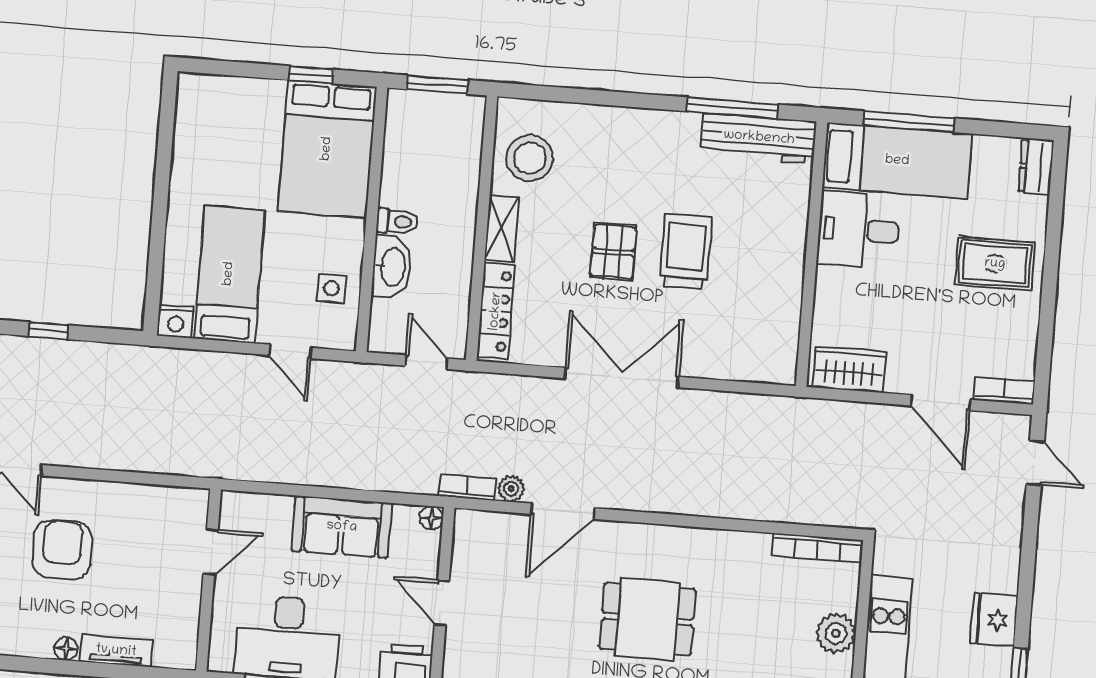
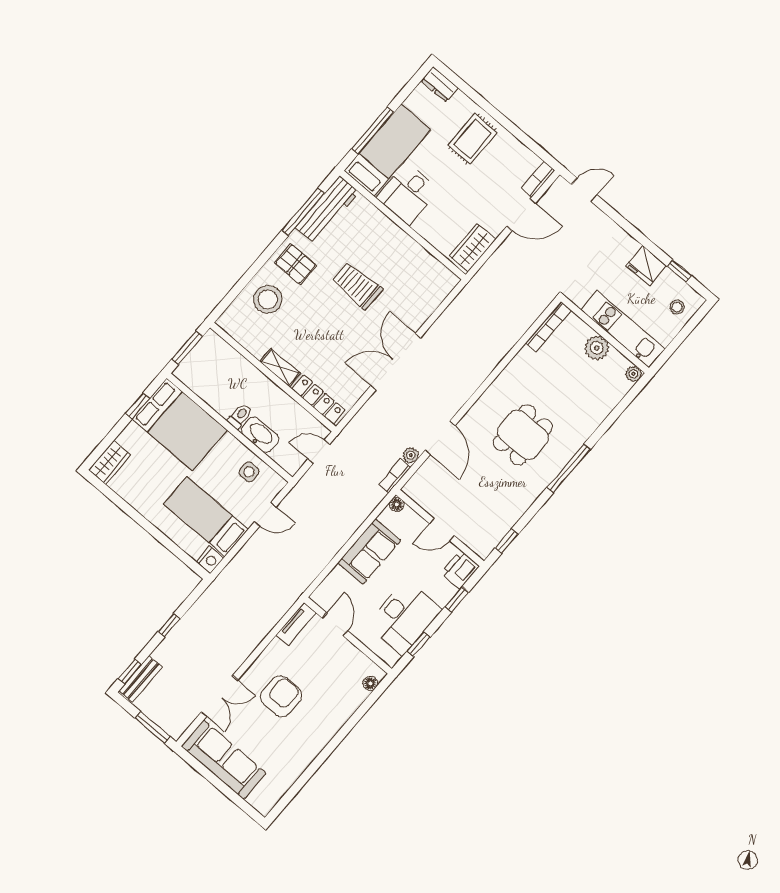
wardrobe: (208, 92) -> (110, 462), added
stool: (530, 158) -> (268, 299), moved
pallet: (613, 252) -> (295, 264), moved
armchair: (62, 550) -> (281, 696), turned 90
floor lamp: (66, 649) -> (370, 683), moved
tv unit: (116, 651) -> (296, 624), moved, turned 180

